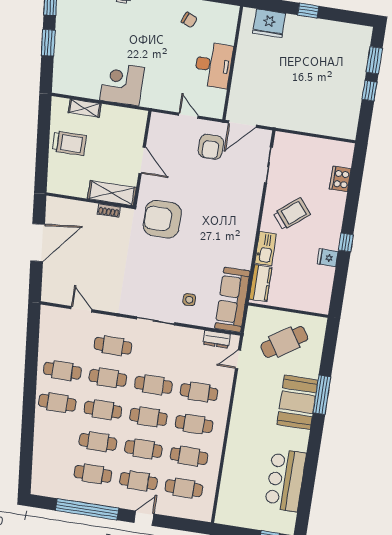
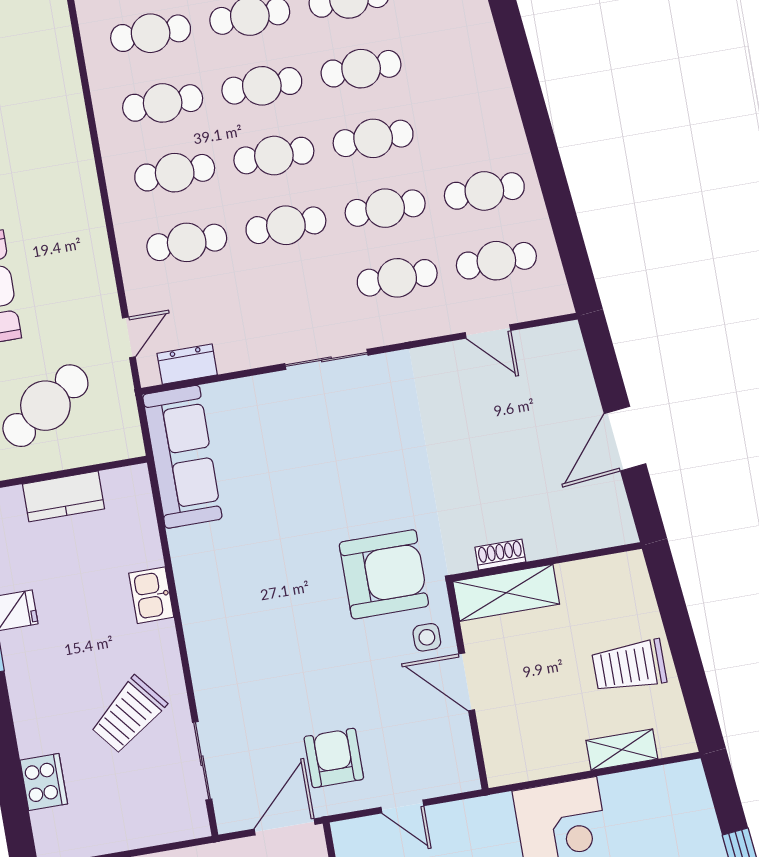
trolley: (292, 214) -> (128, 715), moved
door: (38, 243) -> (625, 439), width x0.73
kitchen sink: (266, 249) -> (151, 595), width x0.73
kitchen counter: (260, 283) -> (64, 496), moved, turned -90
side table: (189, 300) -> (427, 637), moved
cafe table: (57, 403) -> (496, 261), moved

